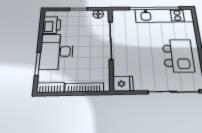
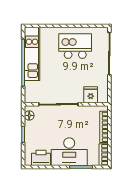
fridge: (123, 84) -> (91, 95), moved

